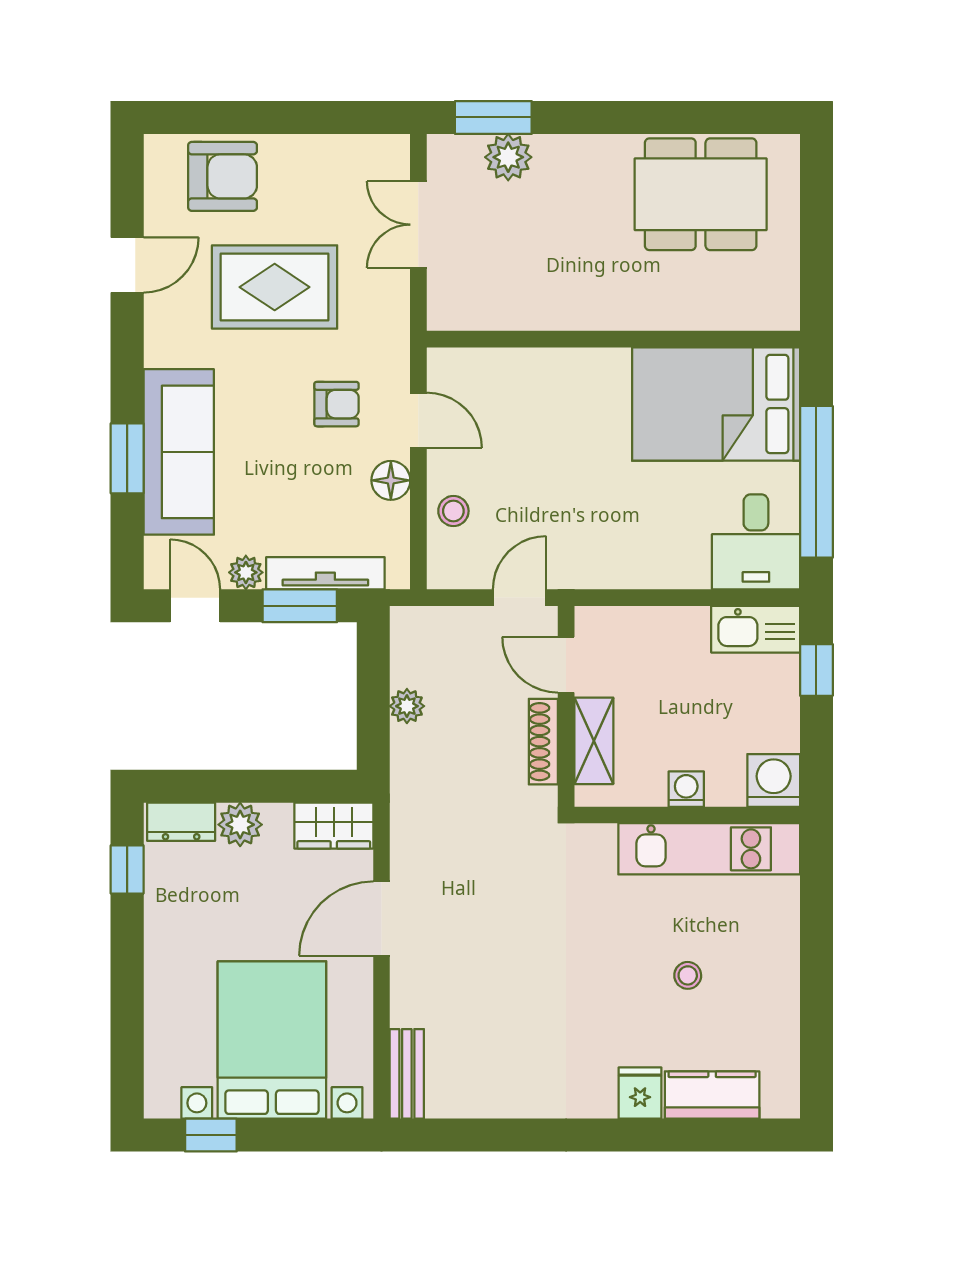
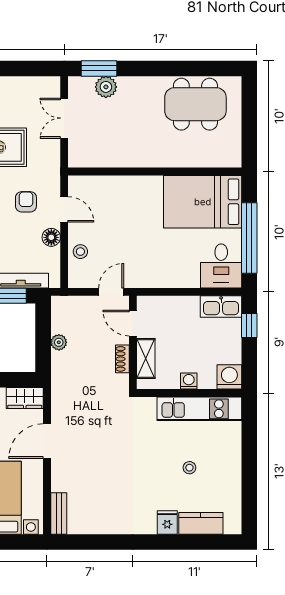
armchair: (336, 404) -> (26, 202), turned -90
shoe rack: (543, 742) -> (122, 359), width x0.70

